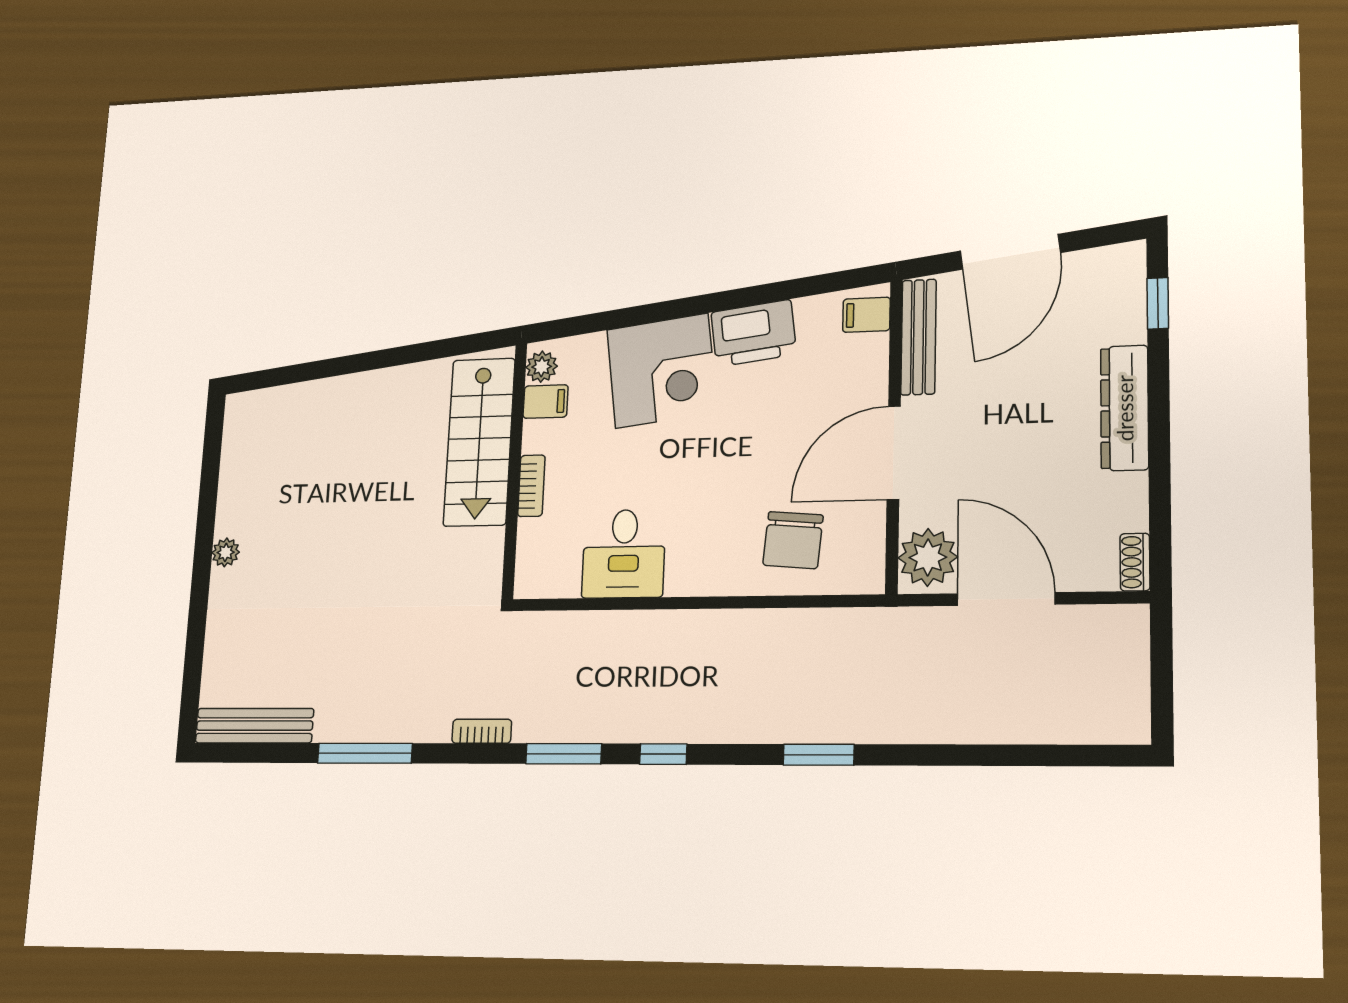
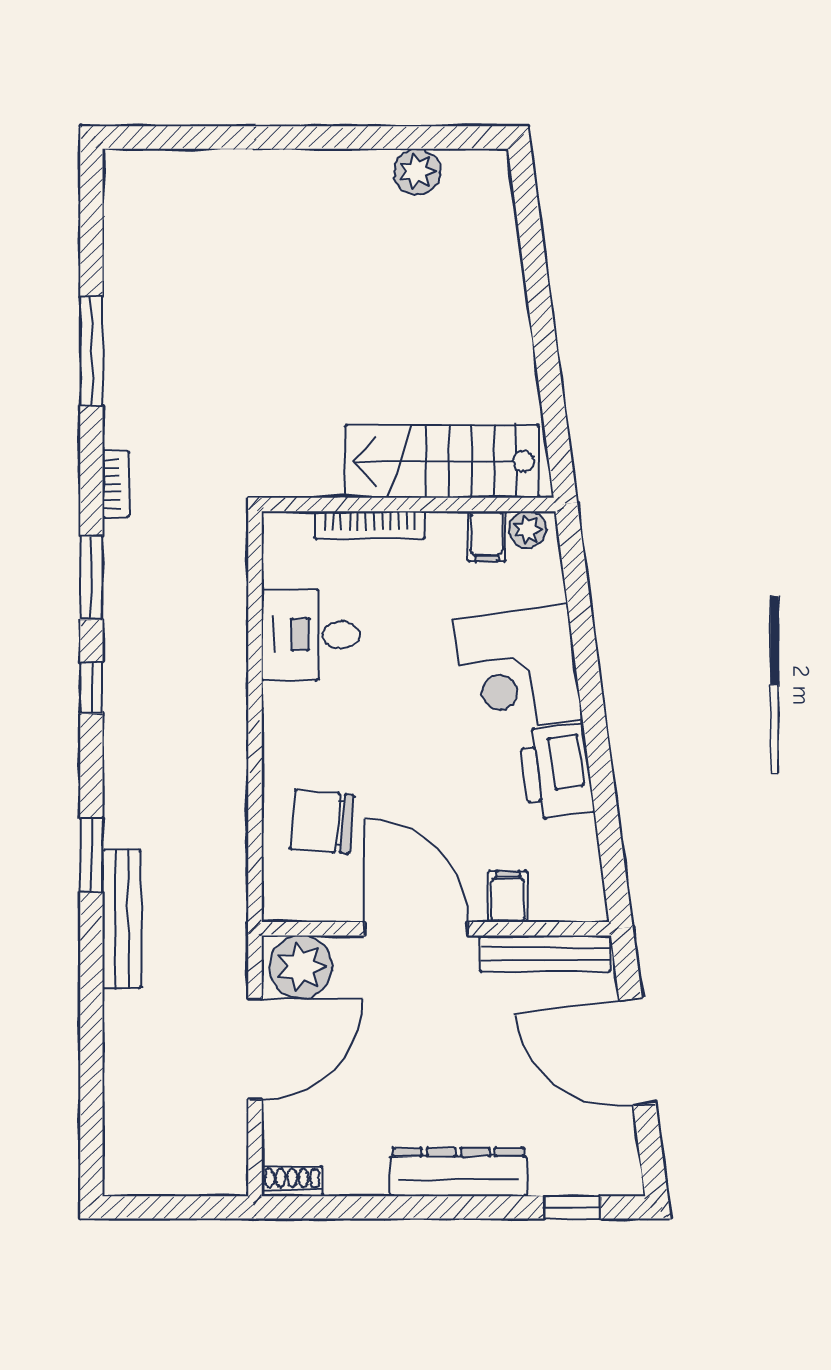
filing cabinet: (866, 315) -> (508, 896), moved
bookcase: (531, 486) -> (370, 525), width x1.56
plant: (226, 552) -> (417, 172), moved, width x1.38, depth x1.38
bench: (254, 726) -> (122, 919), moved

